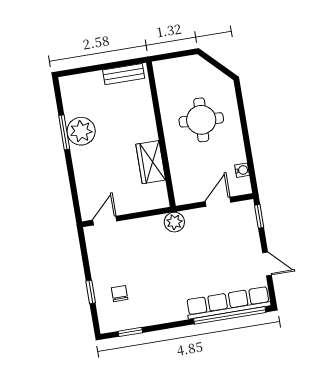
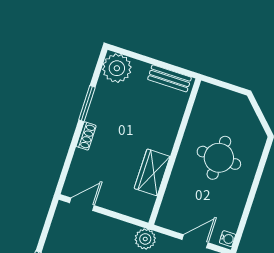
plant: (81, 131) -> (117, 68), moved
shoe rack: (78, 160) -> (86, 136), added
water cooler: (242, 170) -> (227, 239), moved

